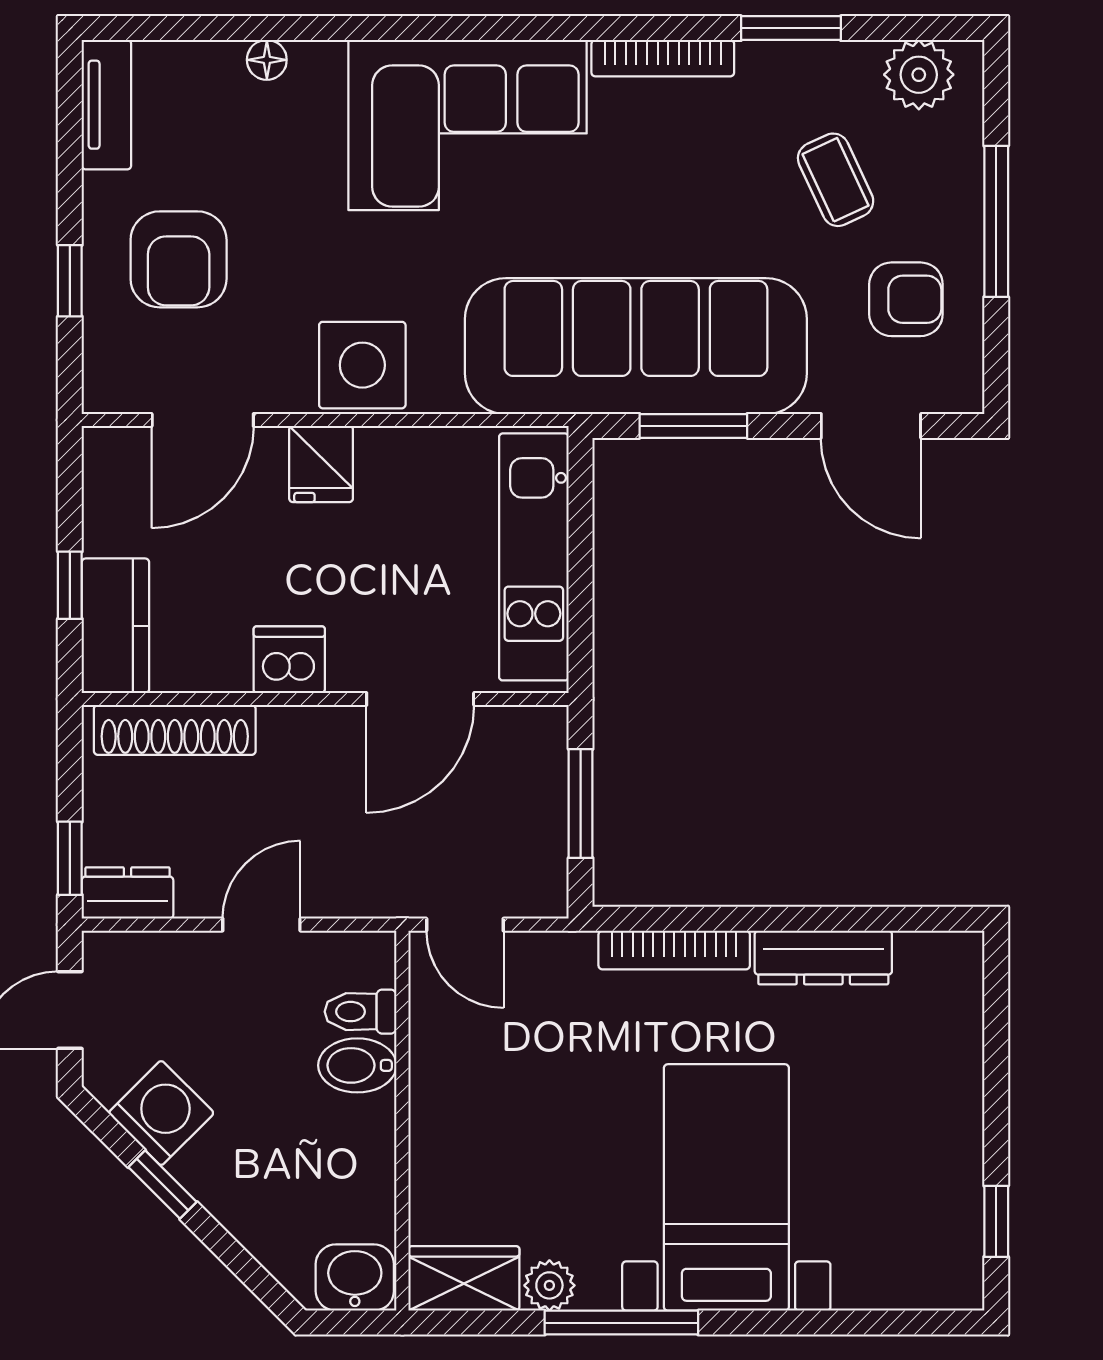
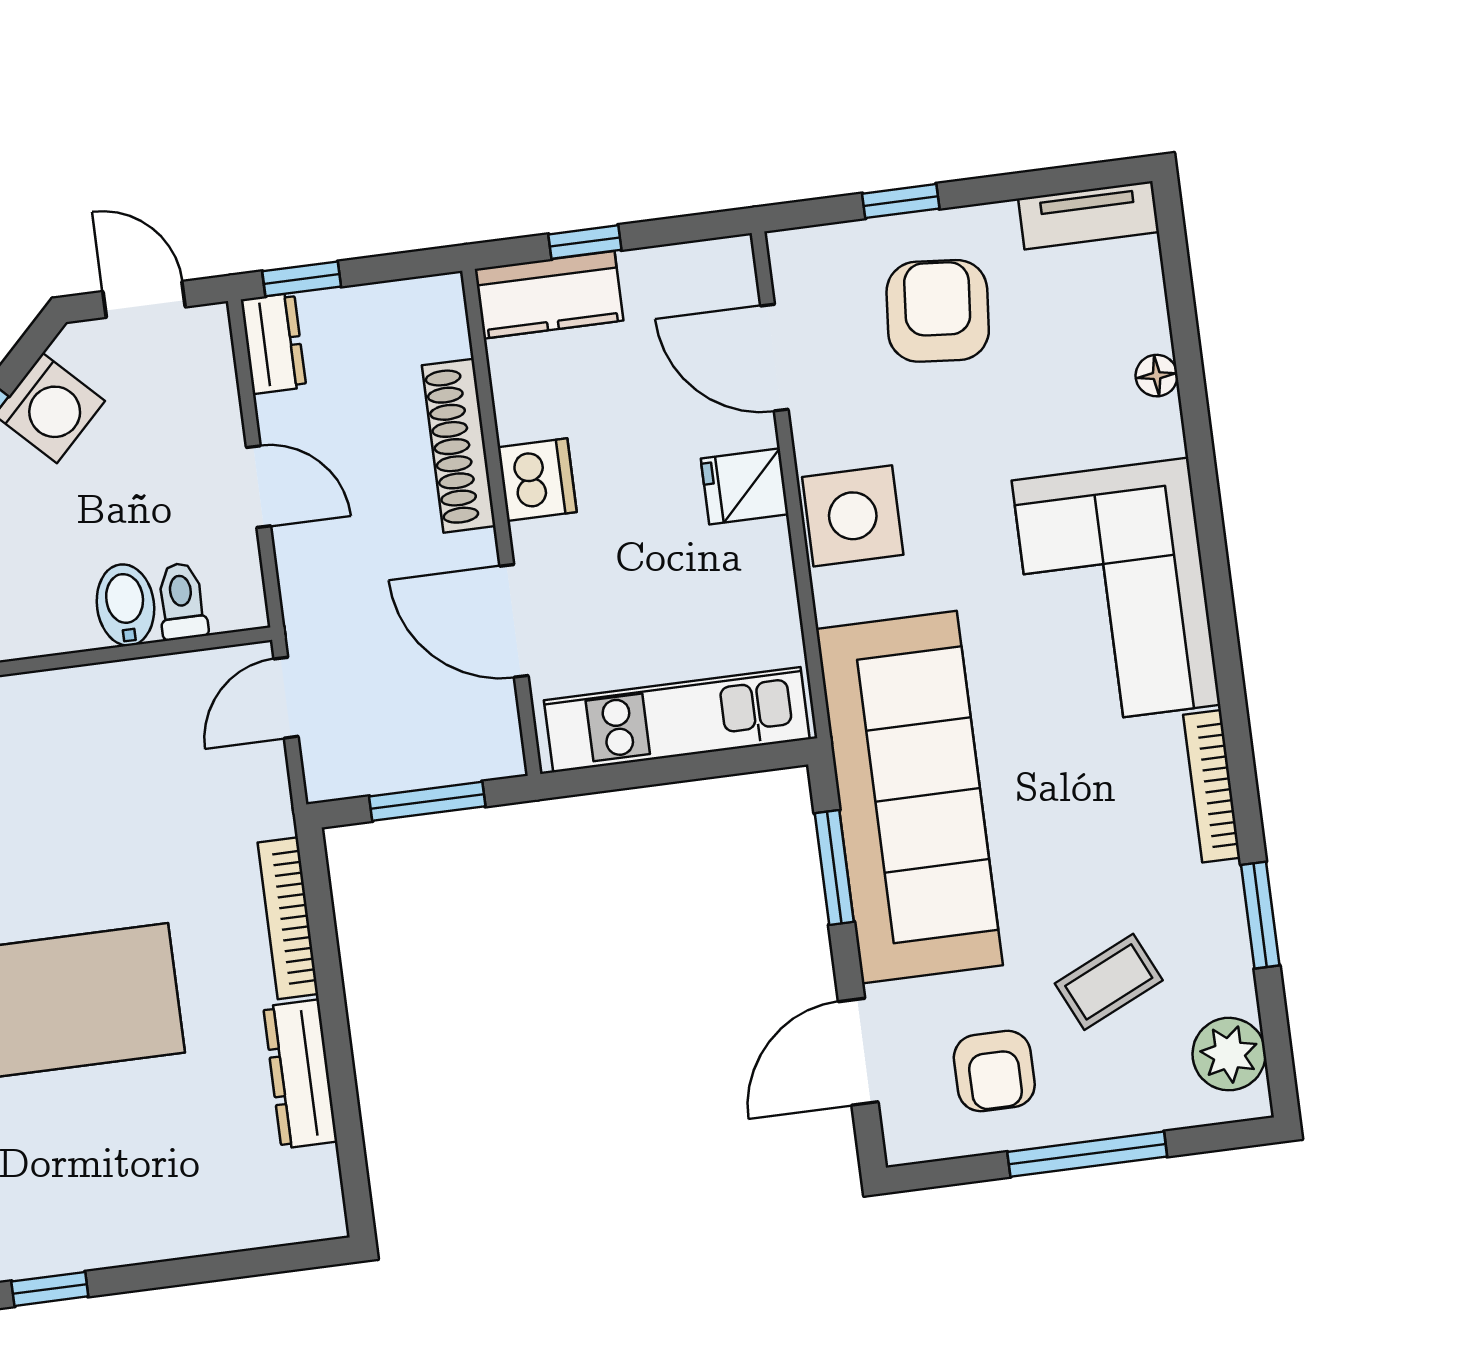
armchair: (179, 259) -> (938, 311), turned 95
shoe rack: (175, 730) -> (459, 446), moved

